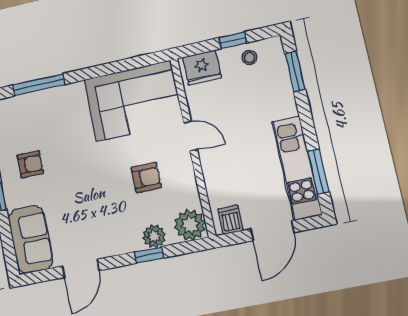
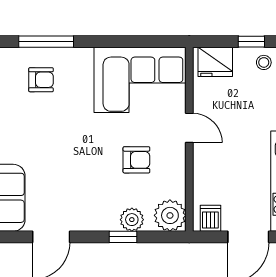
armchair: (30, 164) -> (41, 80), moved

